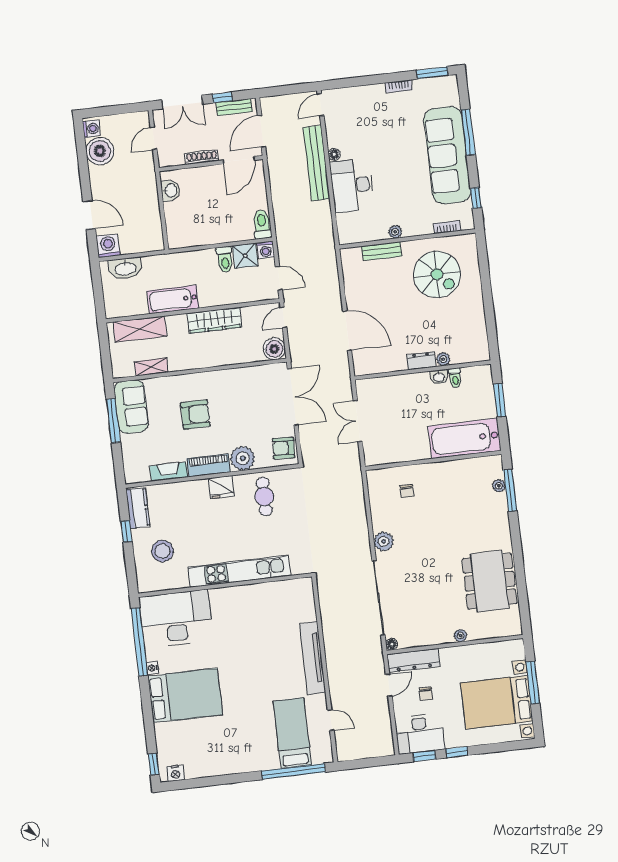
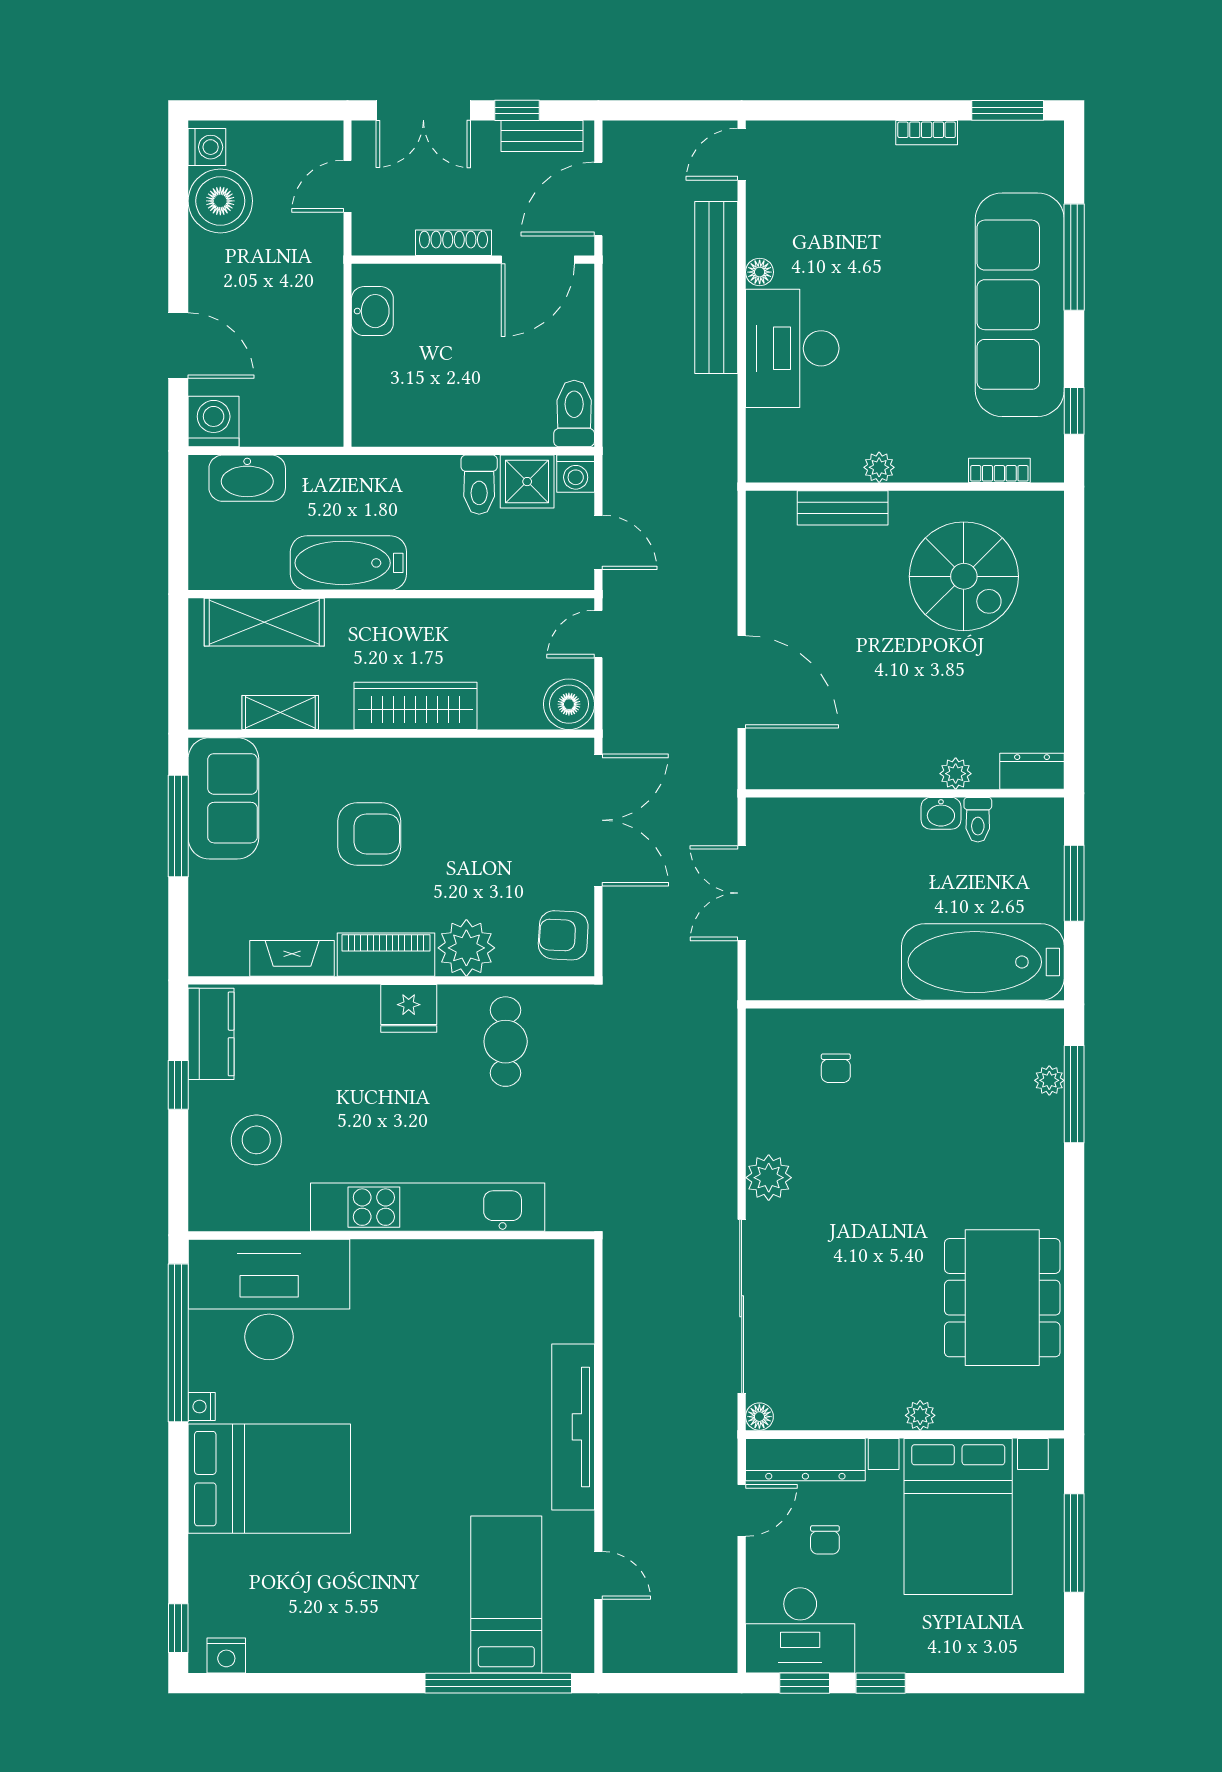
wardrobe: (214, 320) -> (415, 706), moved, turned 180
dresser: (421, 361) -> (1032, 771), moved
bed with nightstands: (497, 702) -> (958, 1517), moved, turned -90

